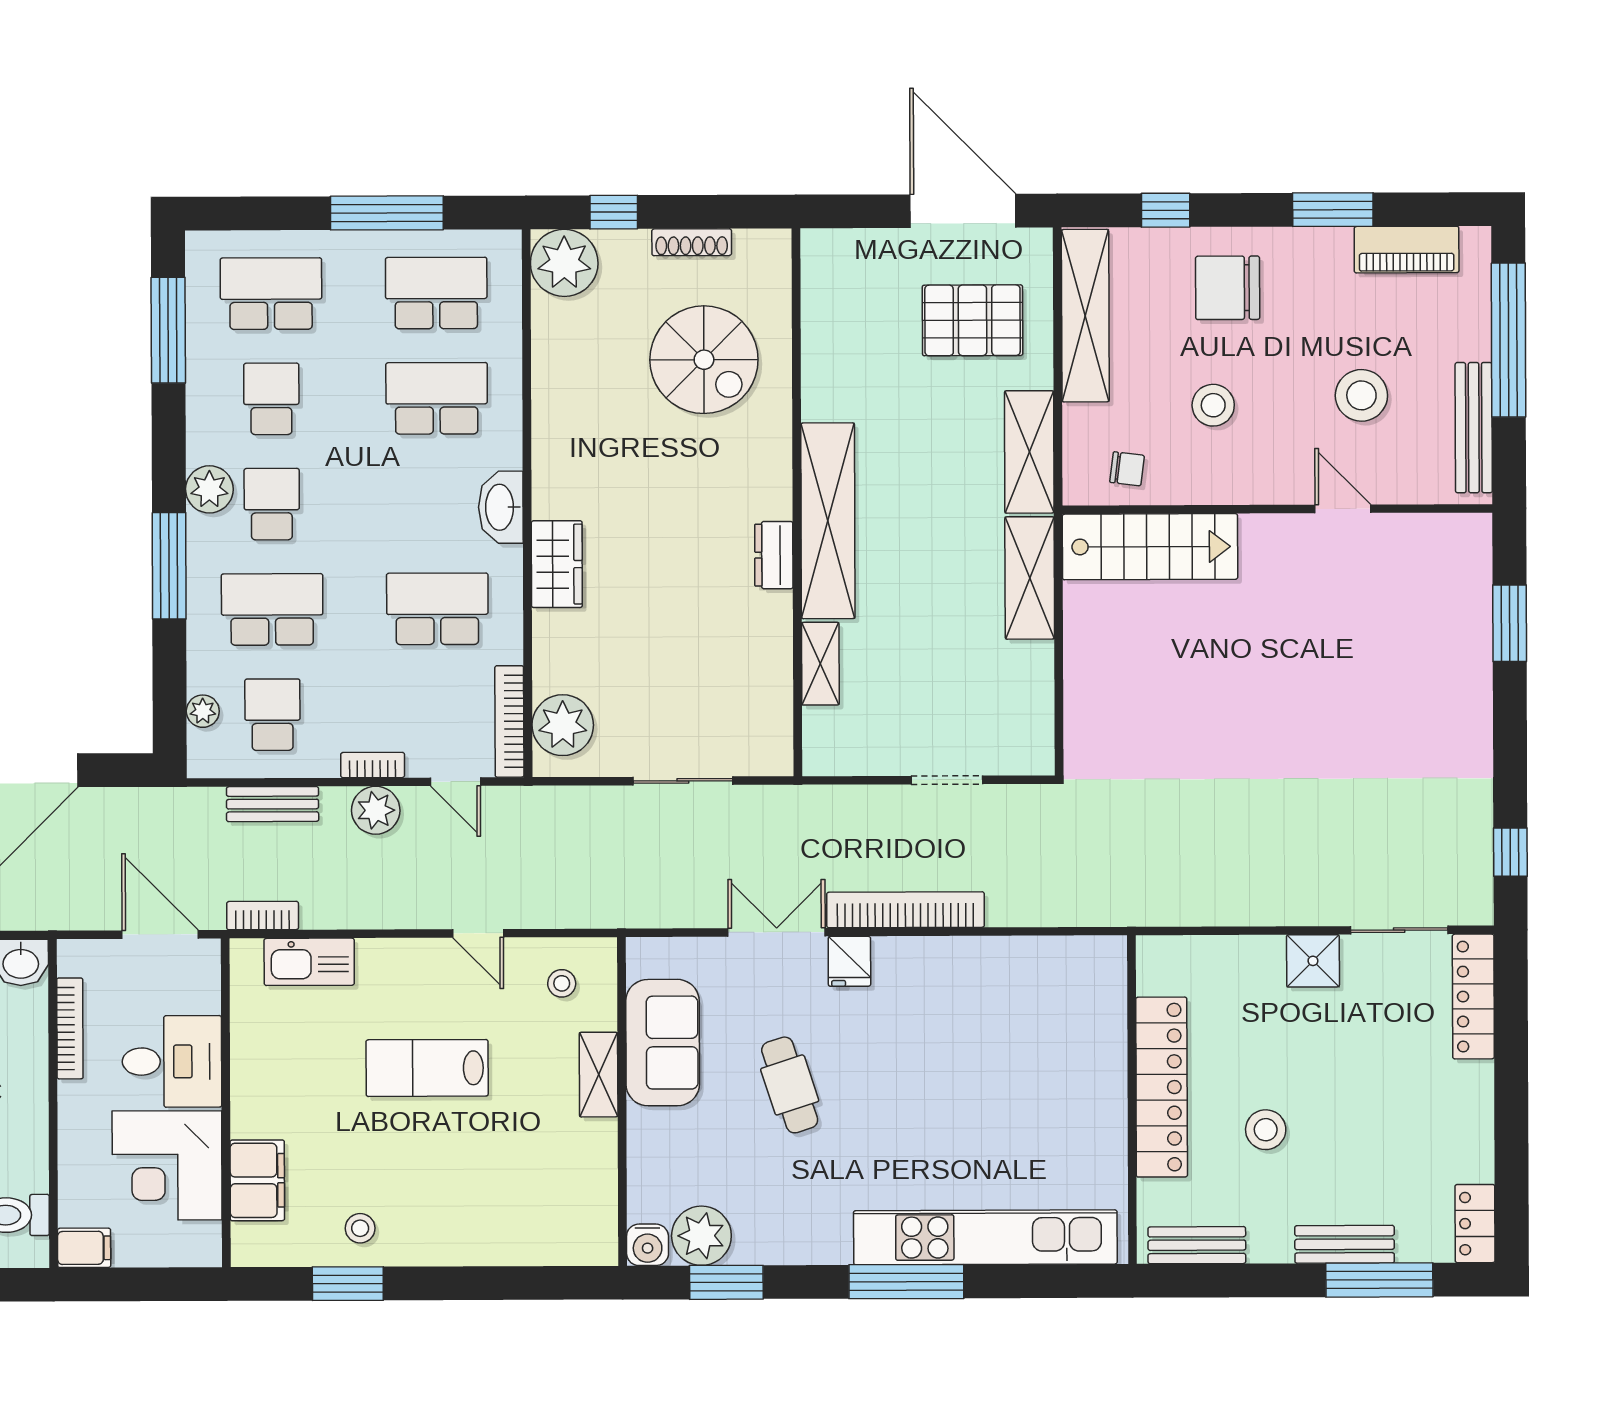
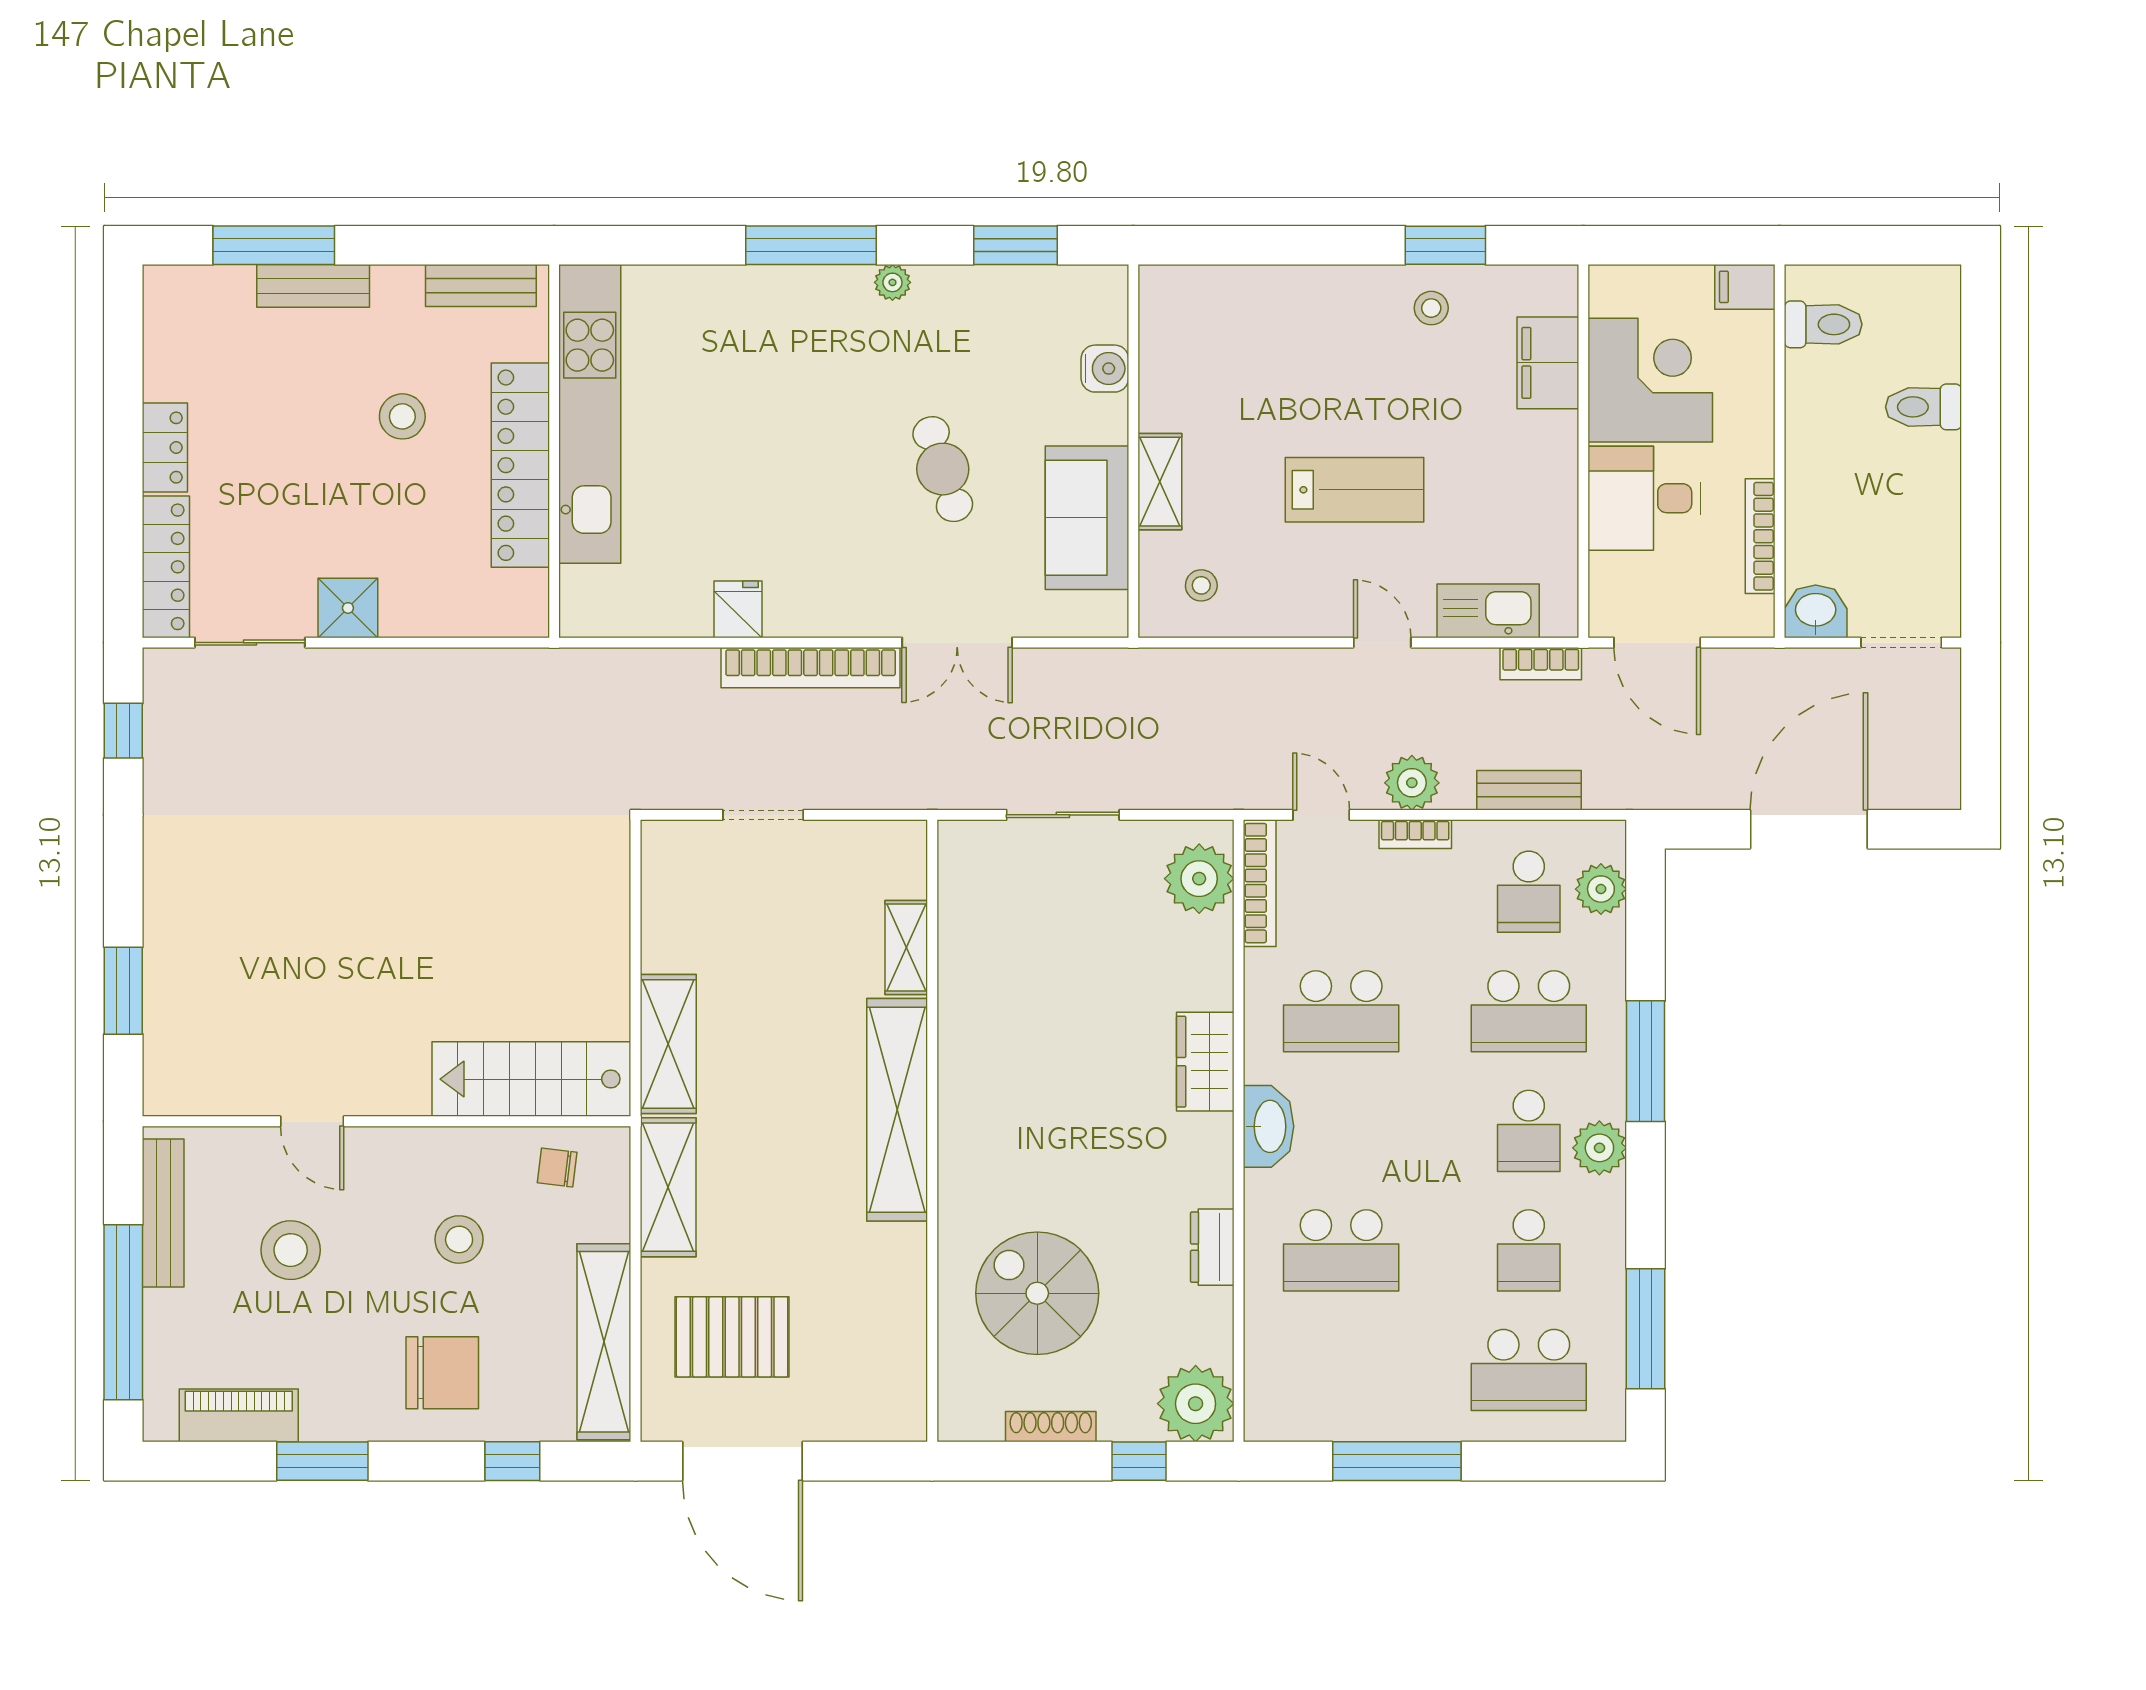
school desk: (436, 293) -> (1341, 1370), removed
dresser: (774, 555) -> (1212, 1247), moved, turned 180
plant: (203, 711) -> (1601, 889), width x1.38, depth x1.38
door: (478, 933) -> (1382, 643), moved
fridge: (849, 961) -> (738, 609), moved
locker: (1475, 1224) -> (165, 448), moved
plant: (701, 1236) -> (892, 282), moved, width x0.53, depth x0.53
kitchen unit: (985, 1237) -> (590, 414), moved, turned -90
water cooler: (648, 1245) -> (1105, 369), moved, turned 90

